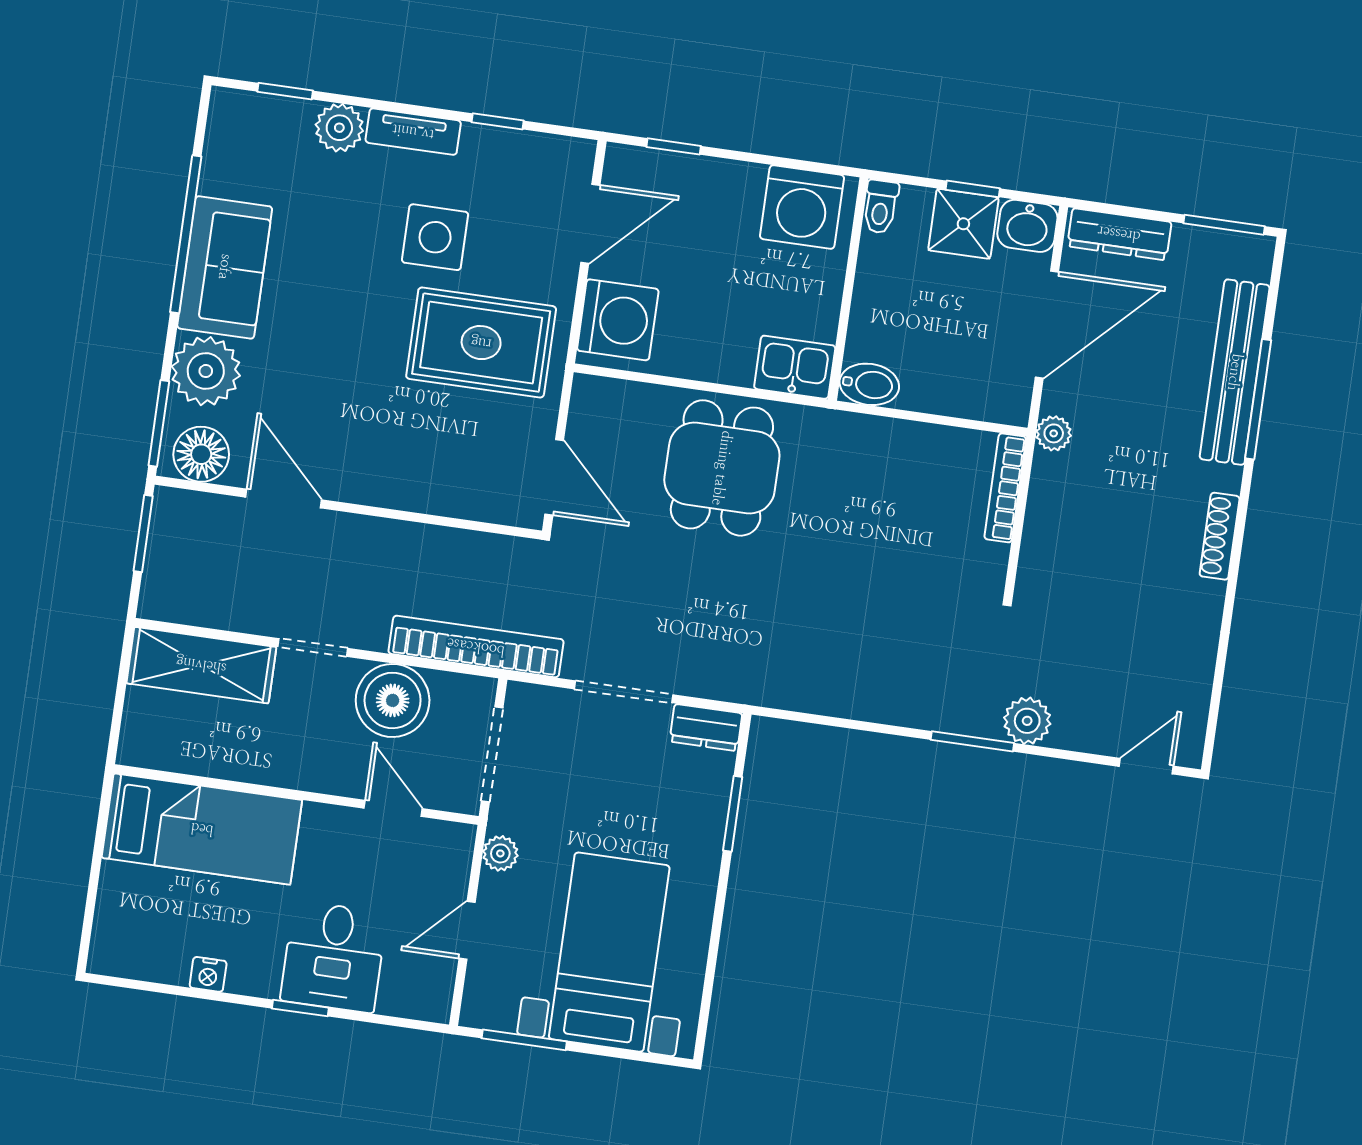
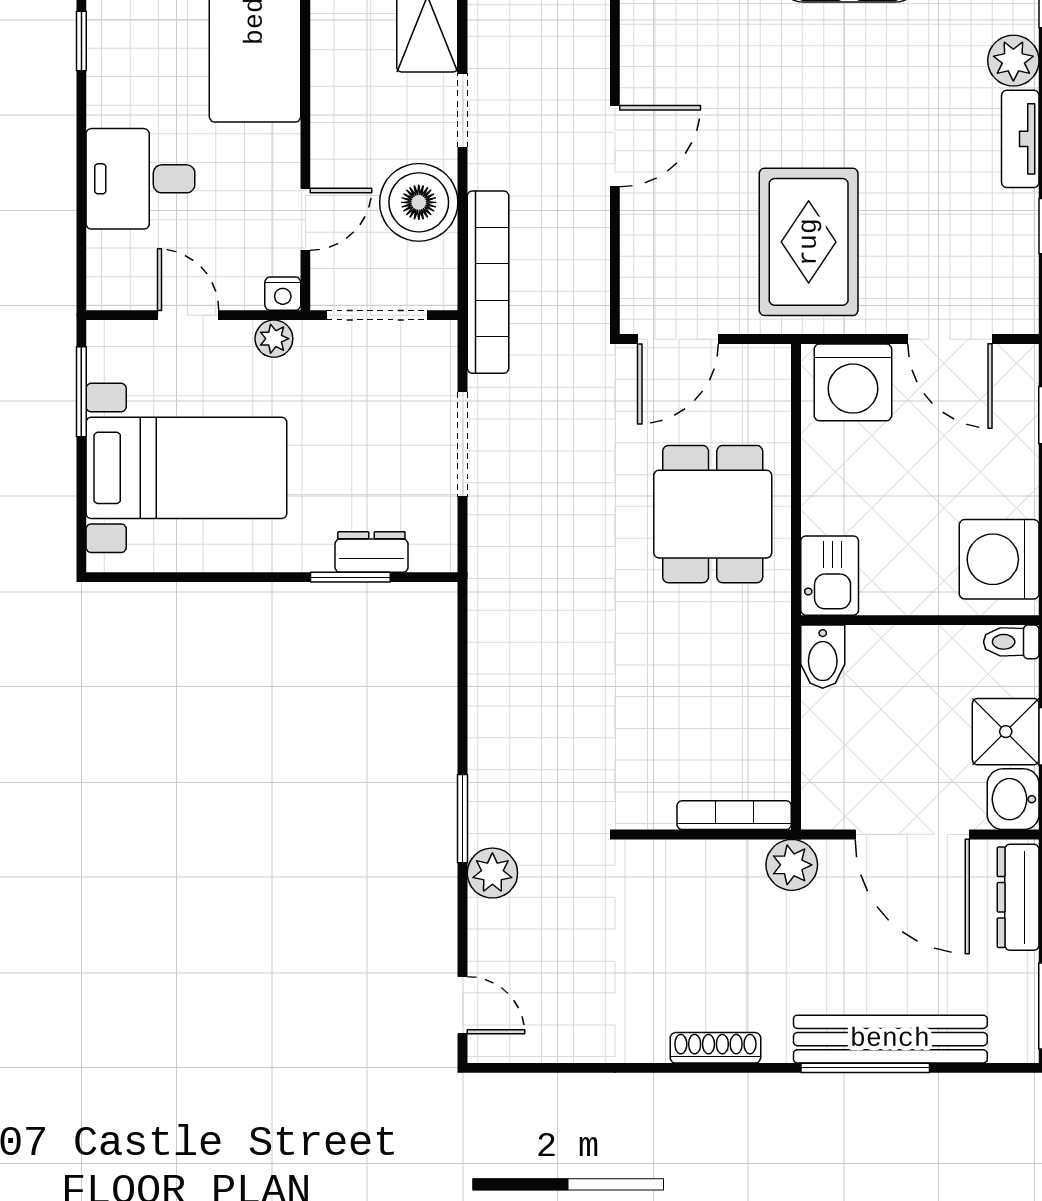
side table: (435, 237) -> (912, 178), removed
plant: (1054, 433) -> (792, 865), width x1.38, depth x1.38
dining table: (722, 468) -> (713, 514), turned 90
door: (284, 498) -> (615, 146), moved
dresser: (706, 727) -> (371, 552), moved, turned 90
nightstand: (208, 974) -> (283, 294), moved, turned -90
window: (300, 1008) -> (81, 41), moved

